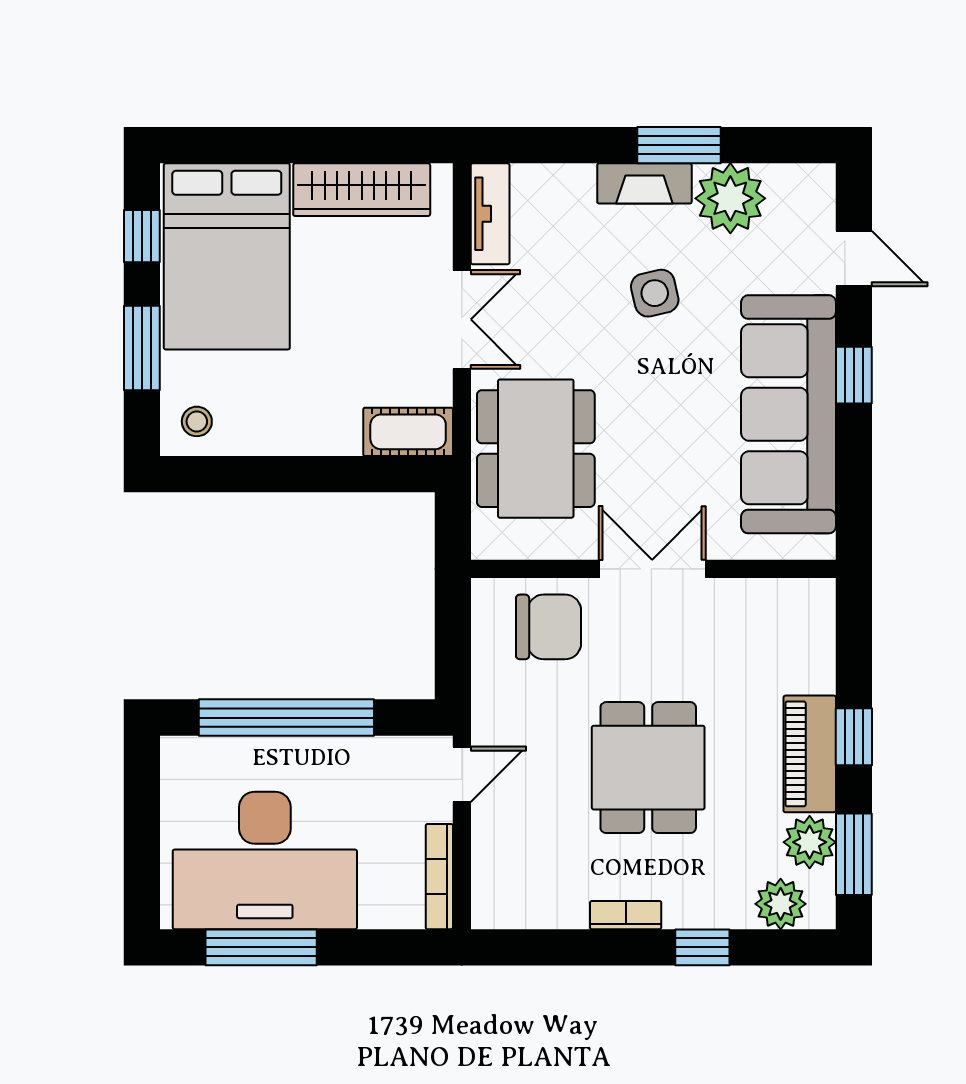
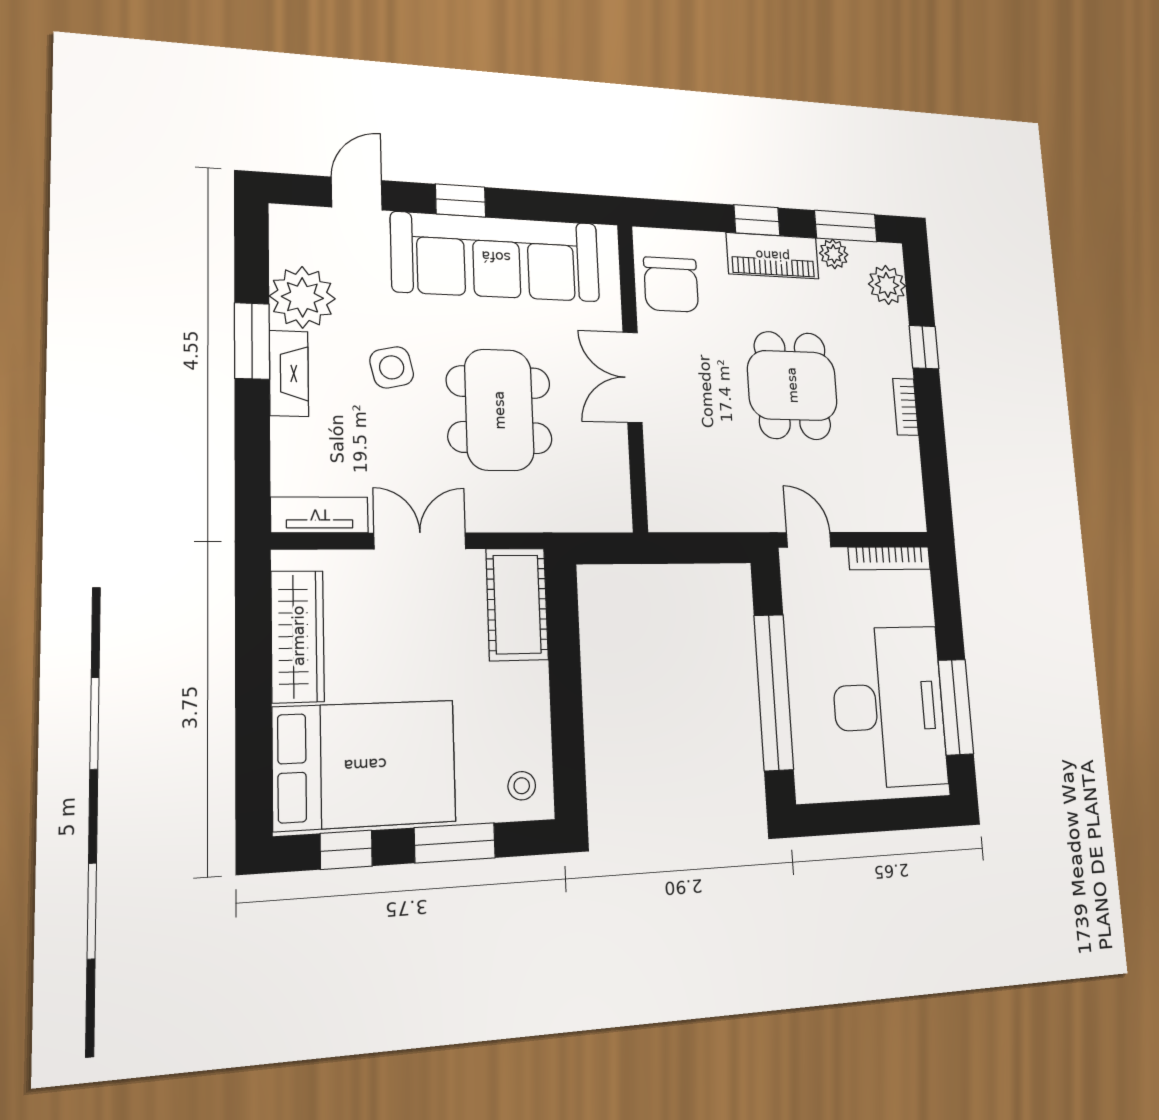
cot: (408, 432) -> (517, 604), width x1.37, depth x1.34
dining table: (536, 449) -> (499, 410), moved, turned 90
chair: (548, 627) -> (671, 284), moved, turned 180
dining table: (648, 768) -> (792, 385), turned 90
plant: (810, 842) -> (834, 254), width x0.73, depth x0.73

